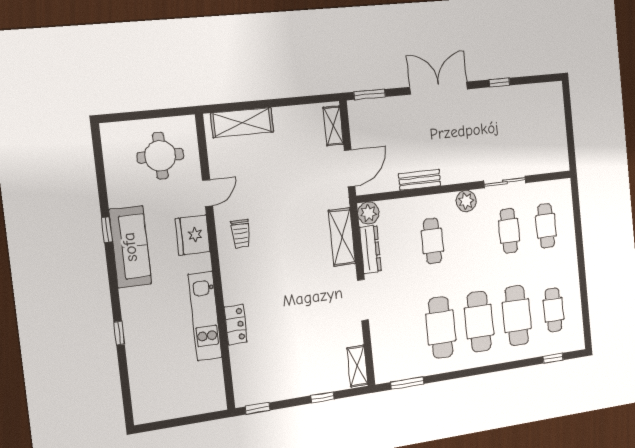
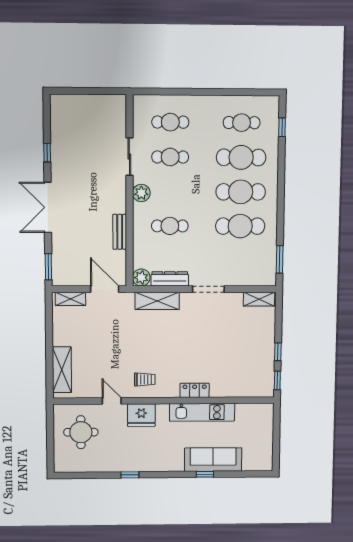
sofa: (130, 247) -> (213, 460), moved
locker: (236, 324) -> (195, 390), moved
window: (322, 397) -> (278, 352), moved

